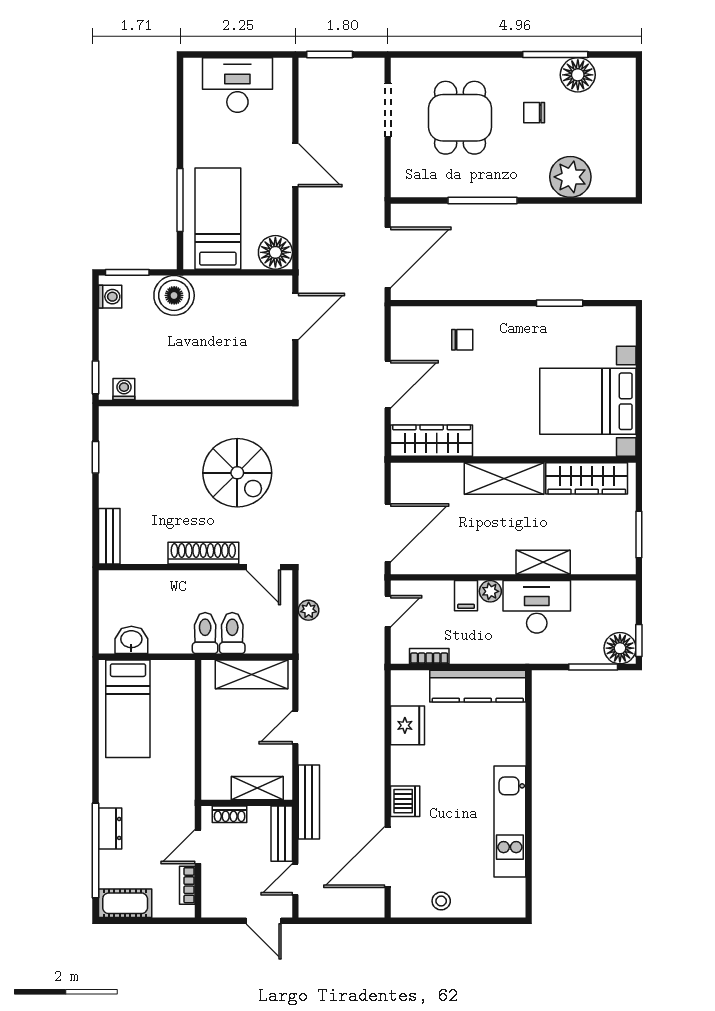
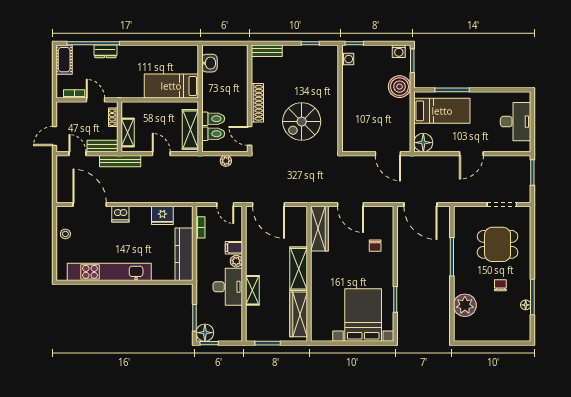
floor lamp: (578, 75) -> (526, 305), width x0.53, depth x0.53
bed with nightstands: (588, 401) -> (363, 315), moved
door: (263, 567) -> (250, 136), hinge flipped
toilet: (205, 633) -> (213, 134), moved
bed: (128, 709) -> (171, 86), moved
kitchen unit: (510, 822) -> (109, 272), width x1.36

